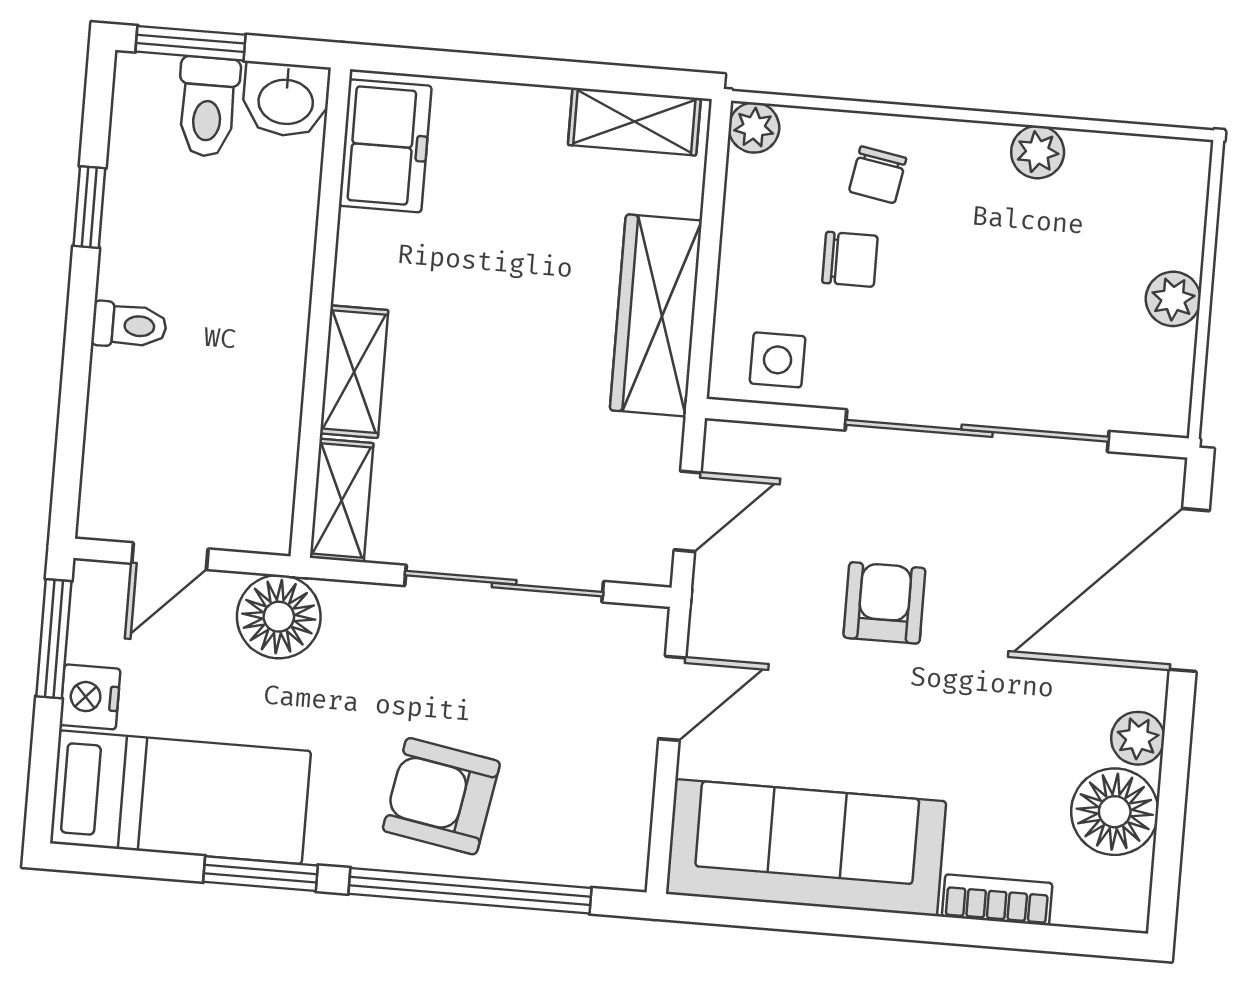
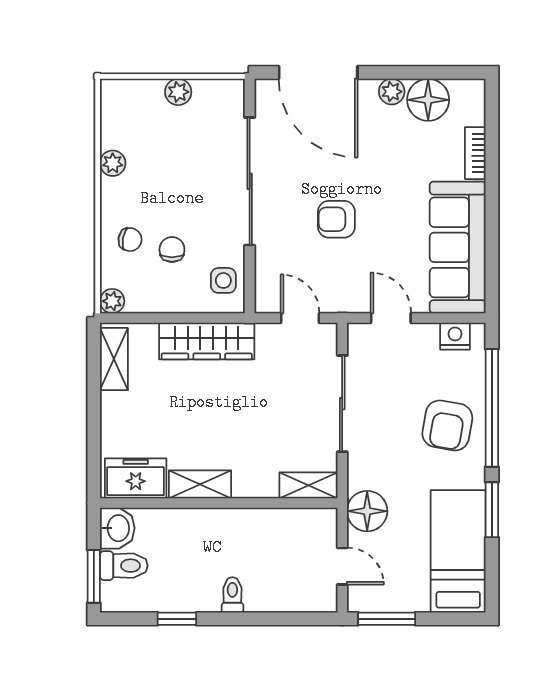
shelving: (354, 372) -> (200, 484), moved
nightstand: (90, 697) -> (455, 336), moved, turned 180

